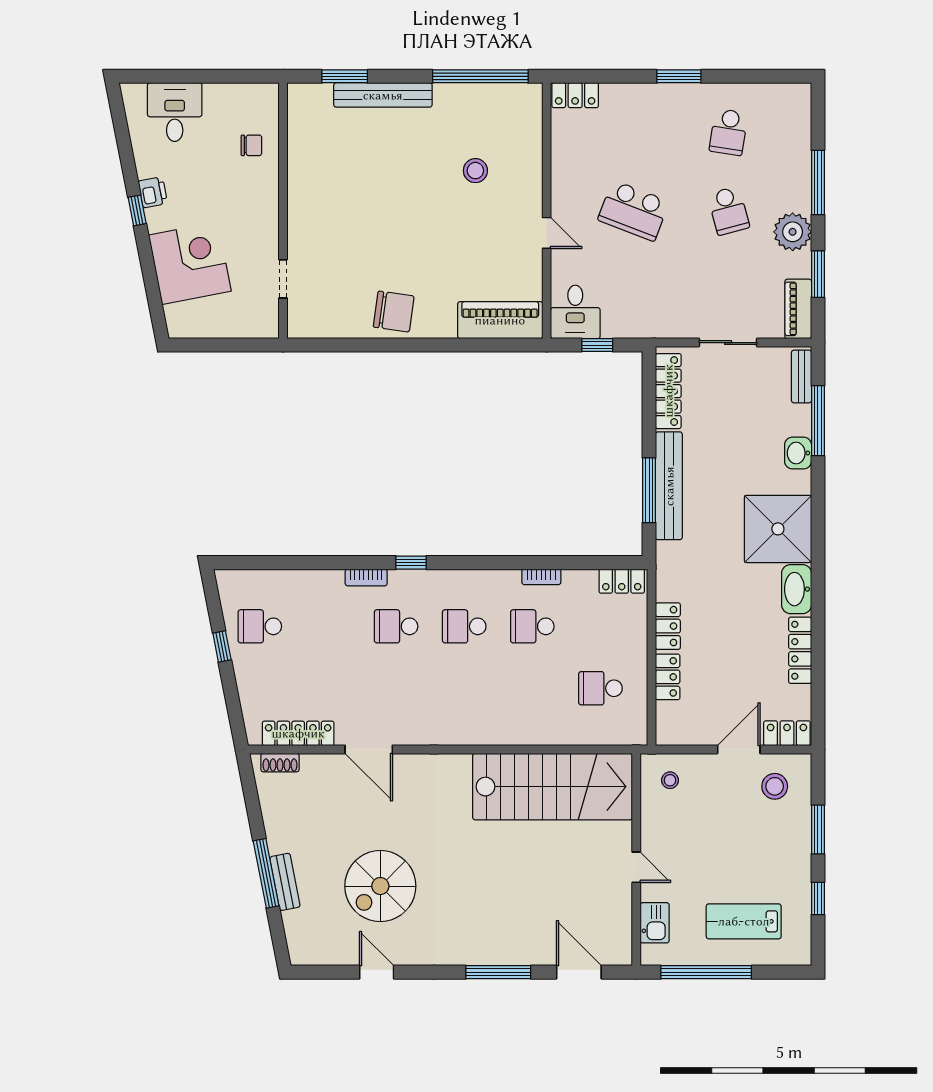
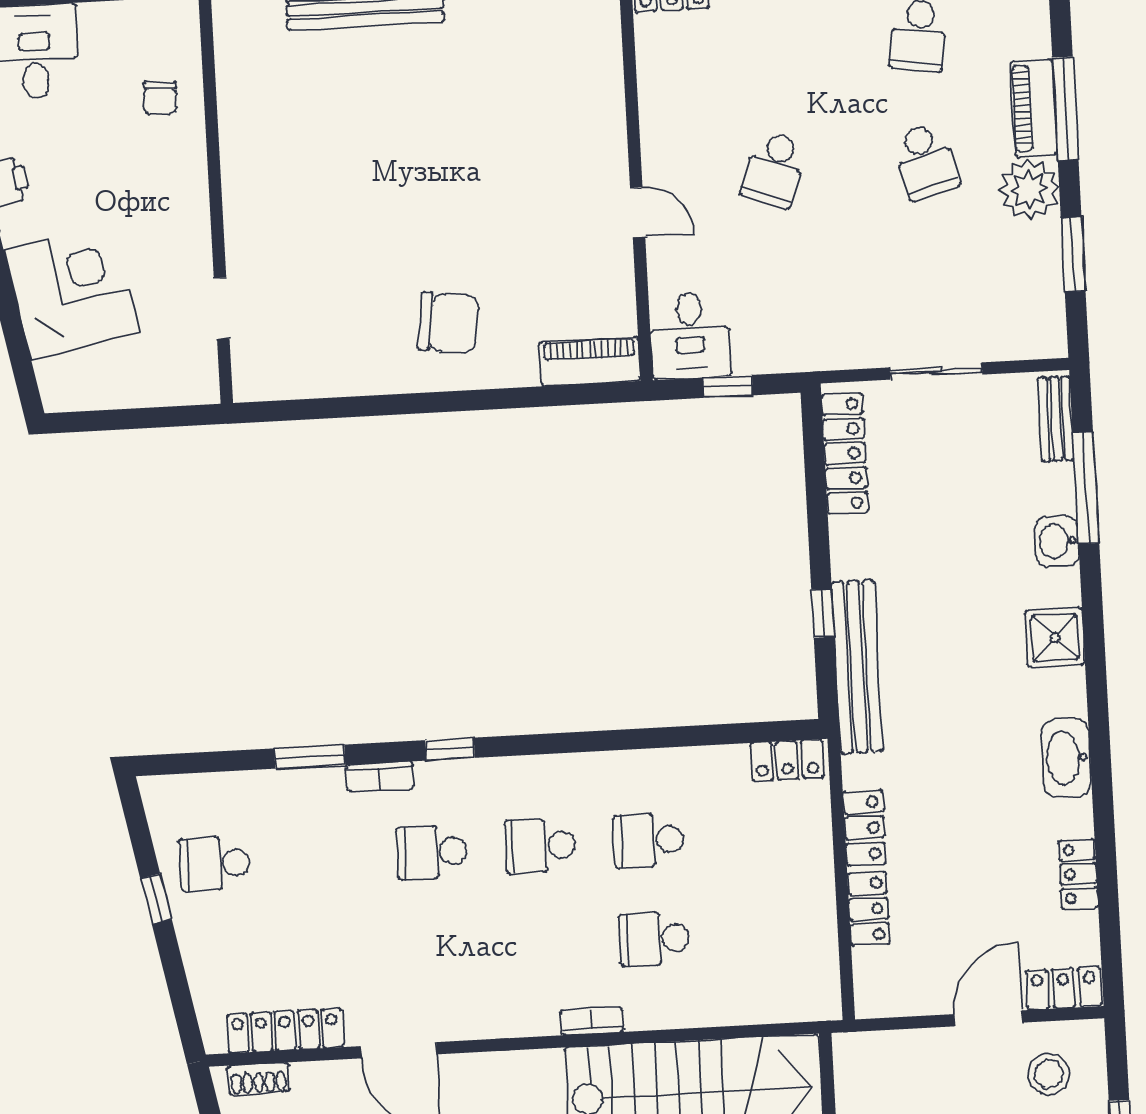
chair: (251, 145) -> (160, 98), turned 93
stool: (475, 171) -> (519, 119), removed
school desk: (633, 211) -> (774, 169), width x0.54
piano: (798, 309) -> (1034, 108), moved
chair: (394, 312) -> (449, 323), moved
piano: (500, 320) -> (590, 361), width x0.73, depth x0.75
bench: (669, 486) -> (857, 667), moved
window: (649, 490) -> (823, 613), width x0.46
shower: (778, 529) -> (1055, 638), width x0.54, depth x0.54
window: (323, 563) -> (310, 757), added
bookcase: (541, 577) -> (592, 1021), moved, turned 180
locker: (800, 650) -> (1078, 874), width x0.66
school desk: (600, 688) -> (654, 939), moved
stool: (670, 780) -> (881, 1073), removed

